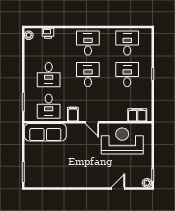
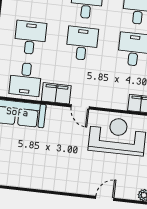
desk: (49, 75) -> (30, 38), turned 180
filing cabinet: (73, 114) -> (56, 93), width x2.00

